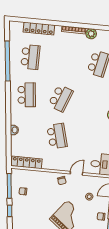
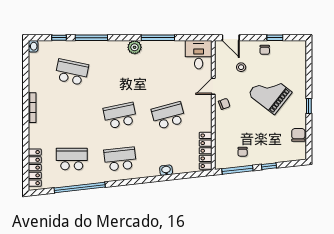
locker: (39, 28) -> (35, 168), moved
plant: (91, 34) -> (35, 85), removed
school desk: (61, 98) -> (120, 116), turned -33
door: (76, 173) -> (213, 86), hinge flipped

